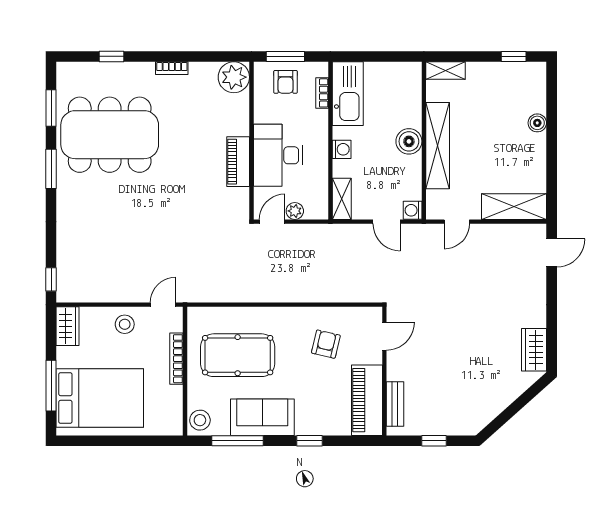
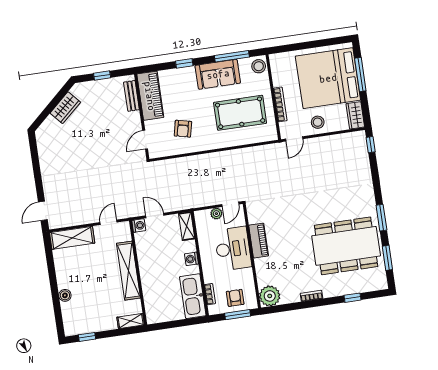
boiler: (409, 141) -> (148, 271), removed
wardrobe: (534, 350) -> (65, 108), moved, turned 48
bed: (100, 398) -> (328, 78), width x1.36

